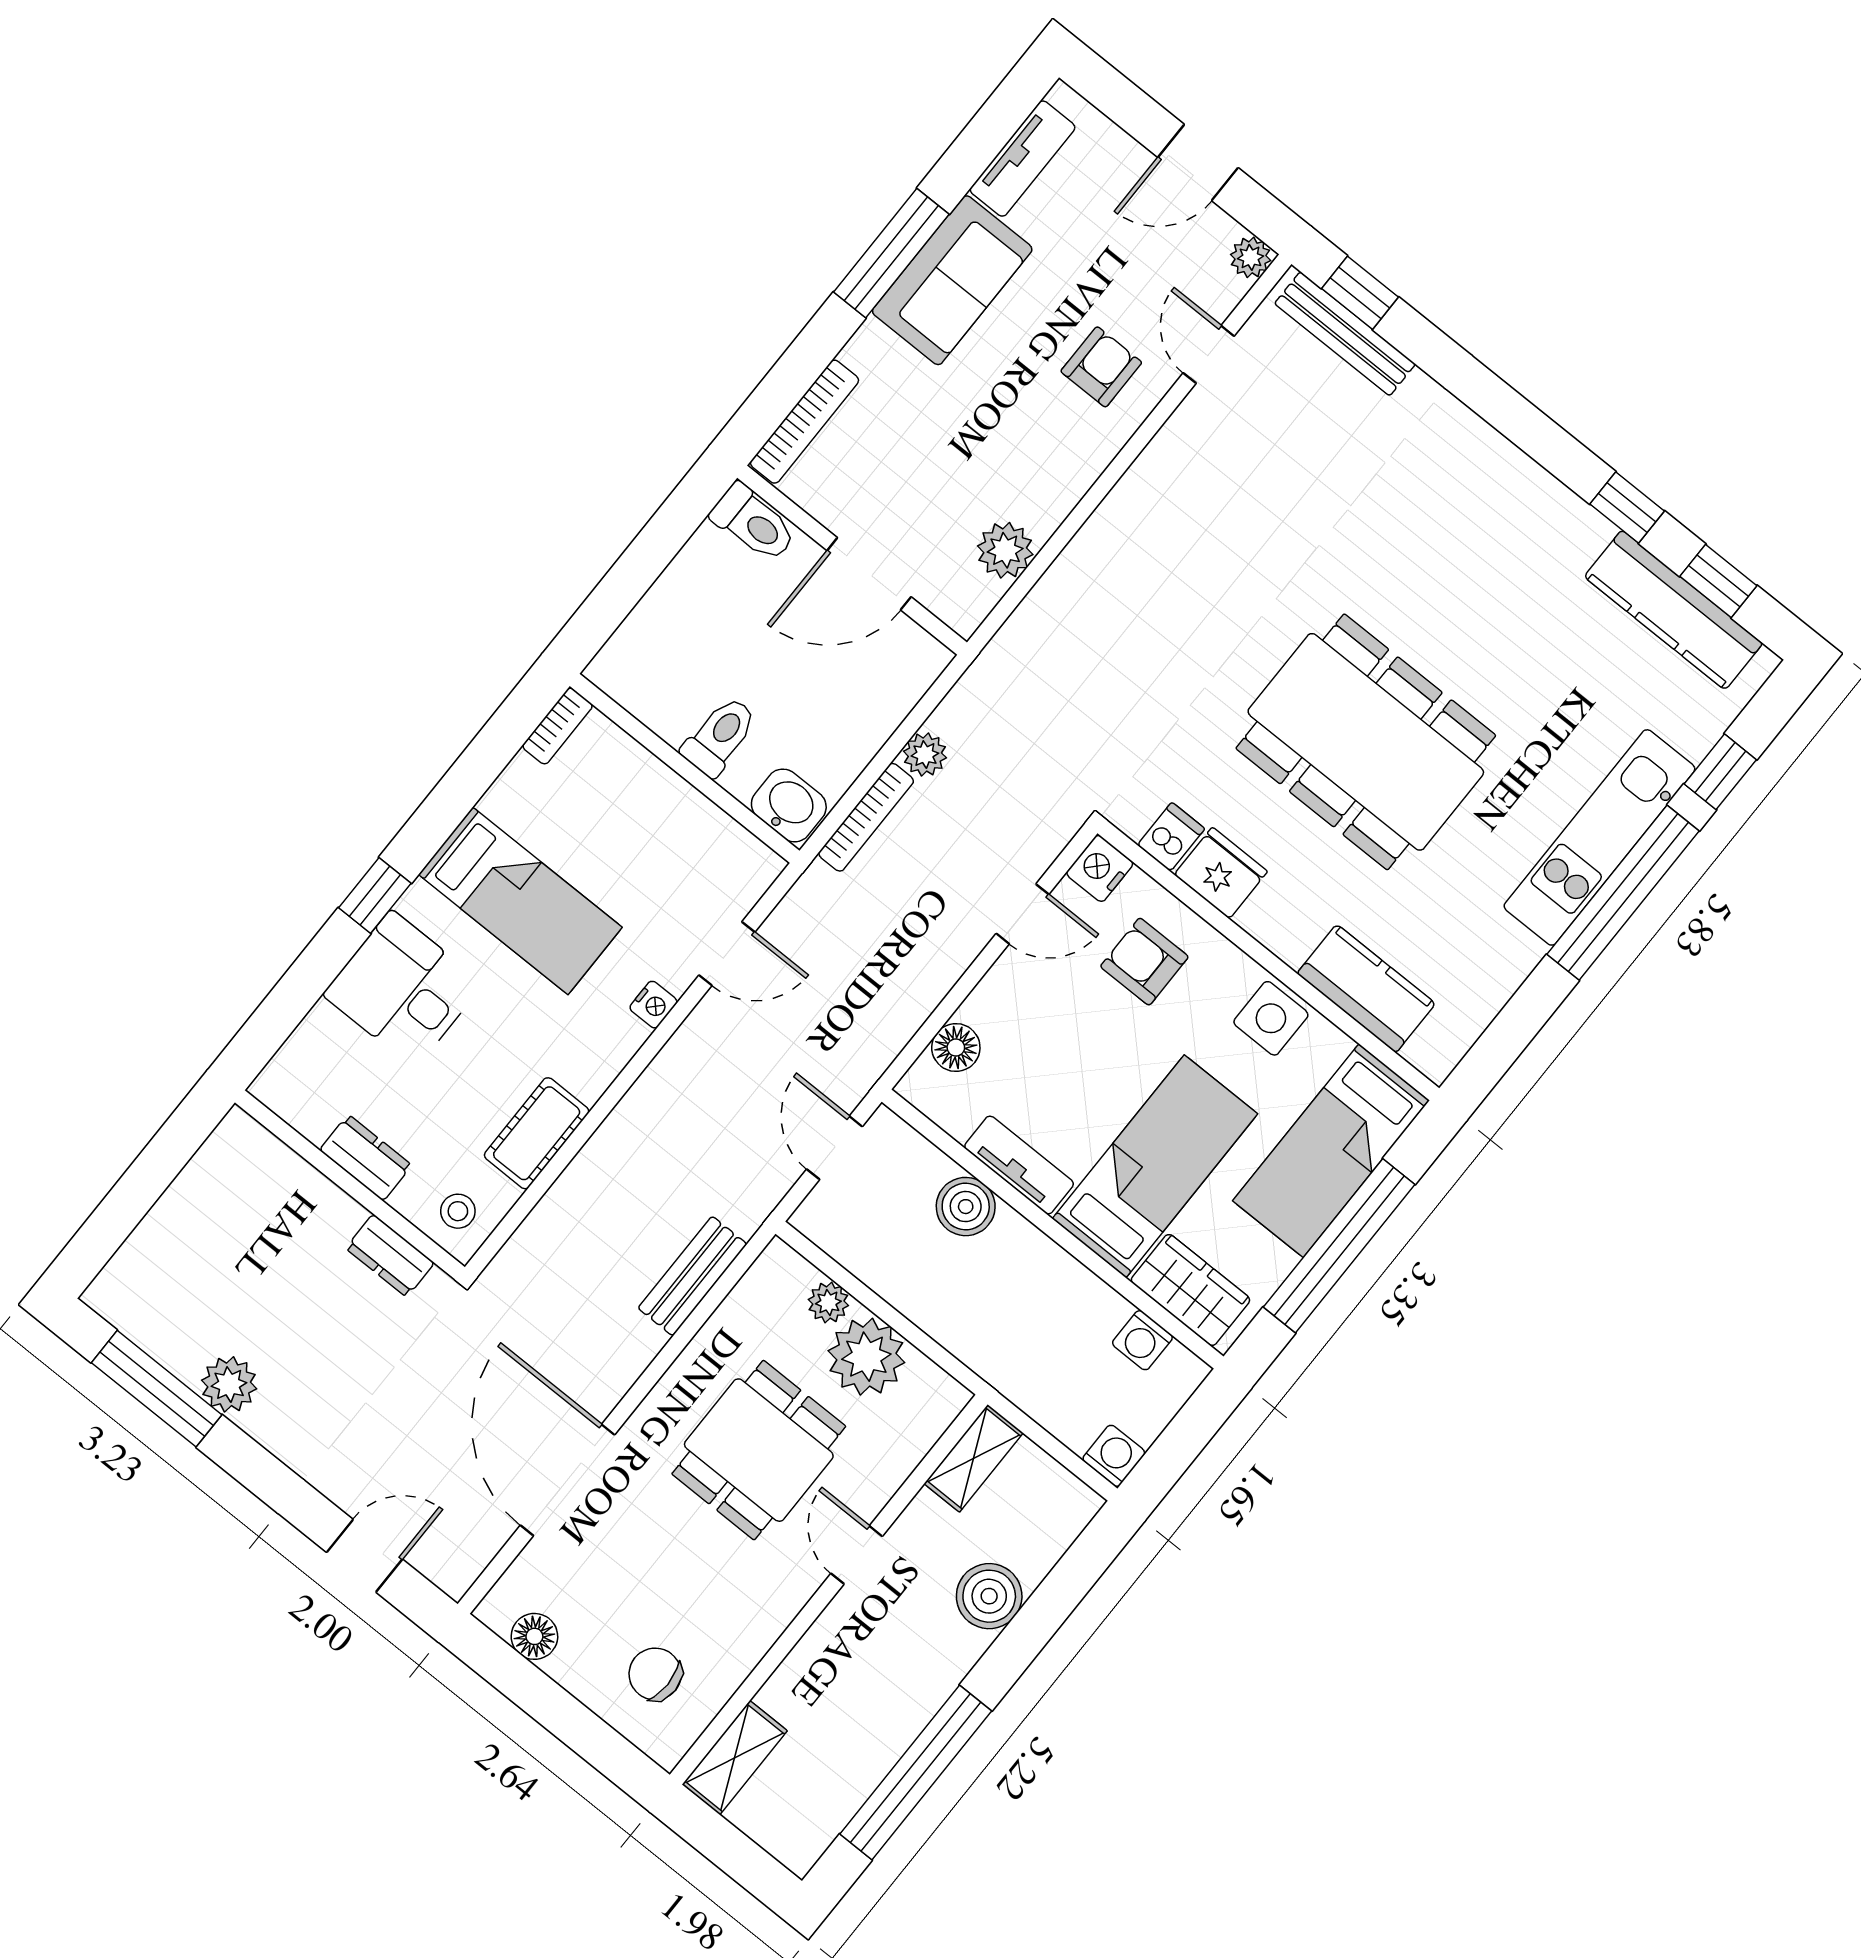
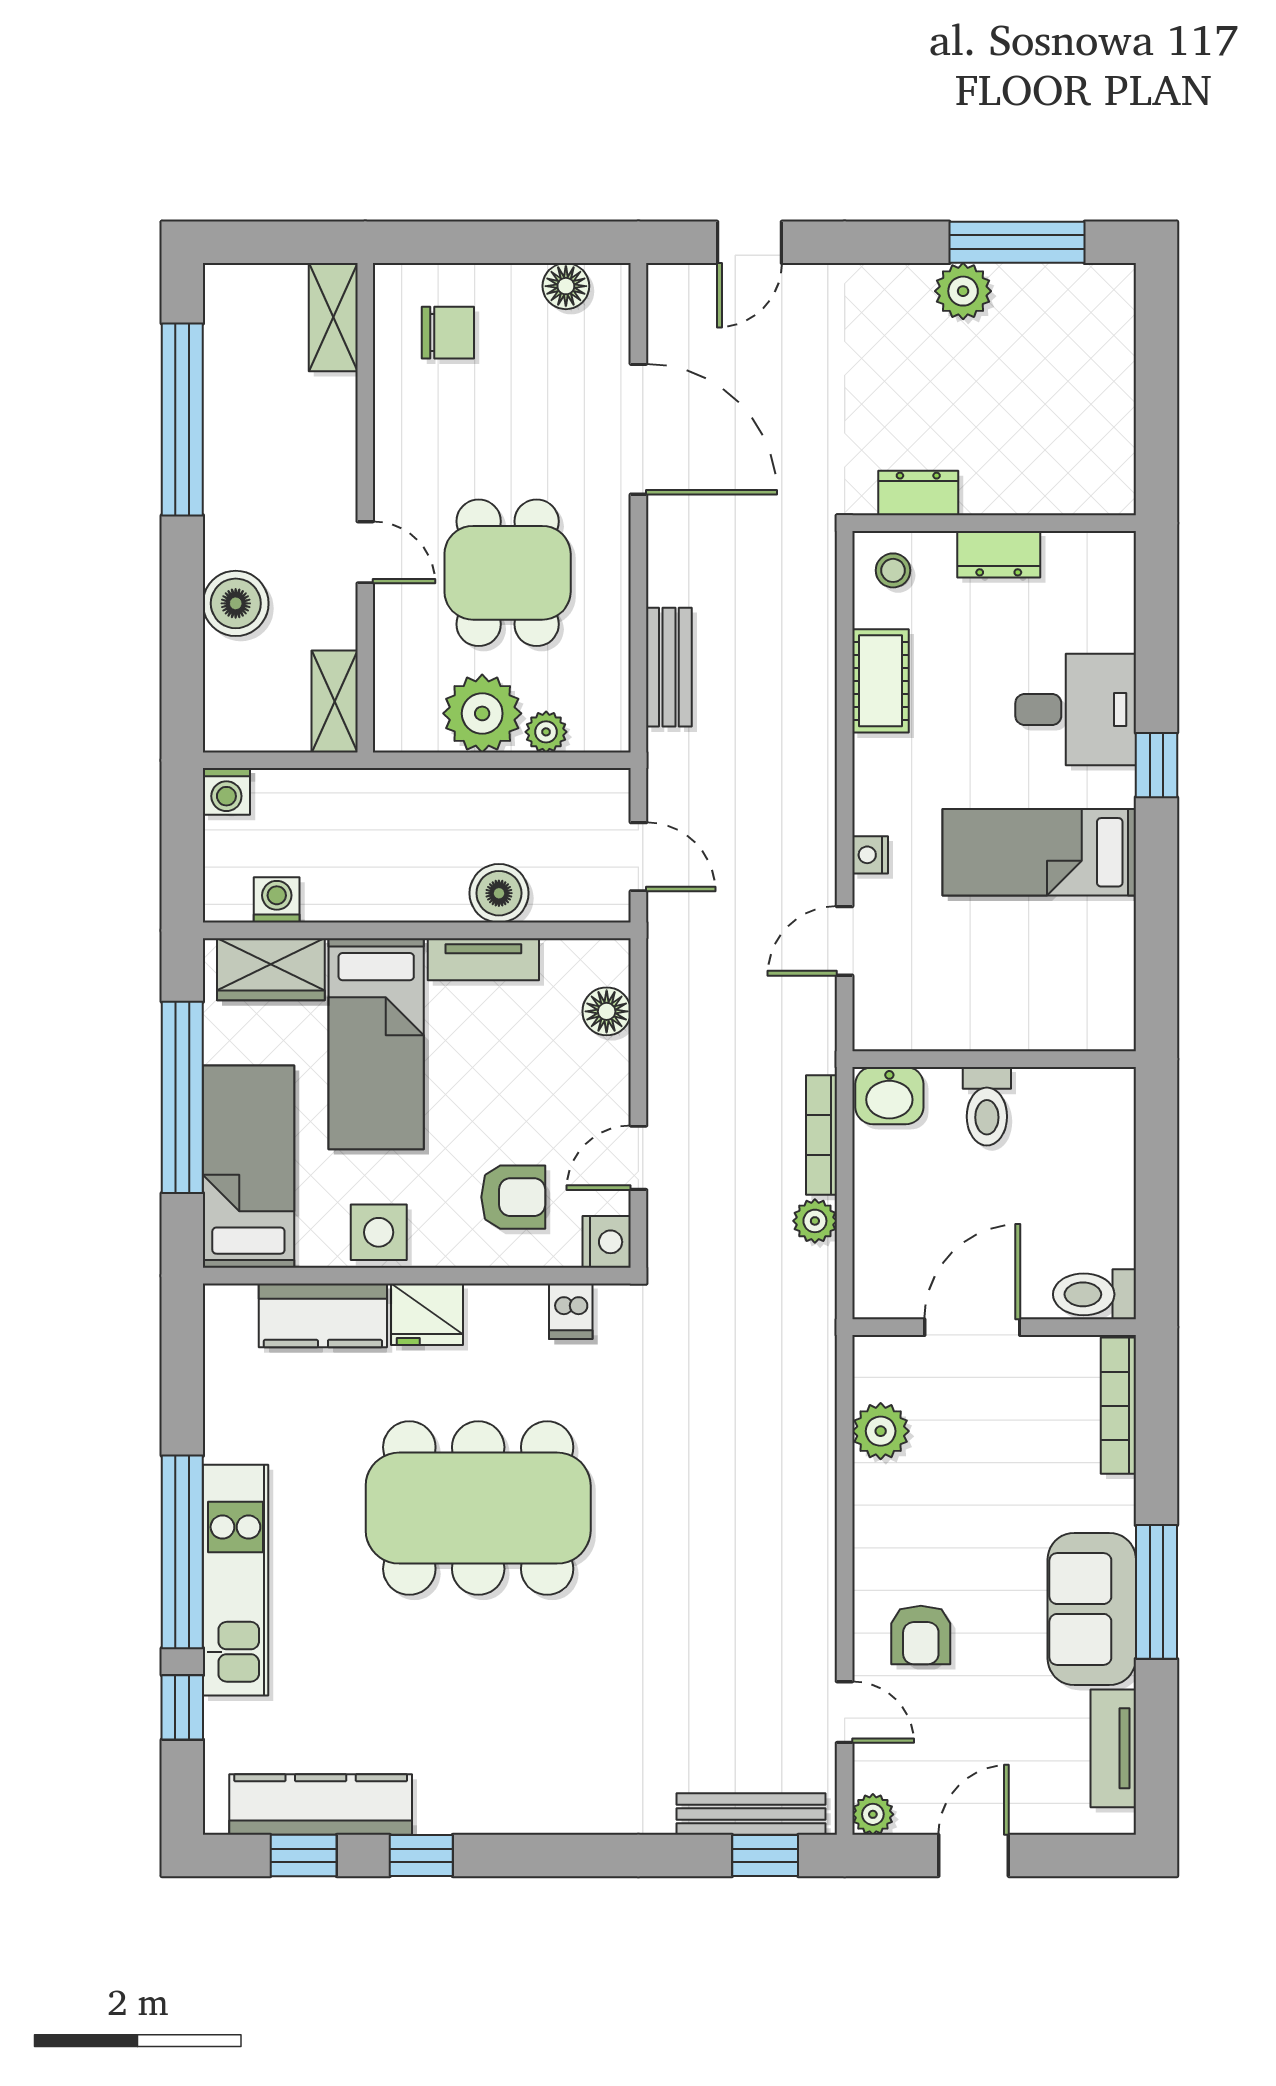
bookcase: (558, 726) -> (1120, 1012), removed
fridge: (1221, 873) -> (427, 1314), moved

